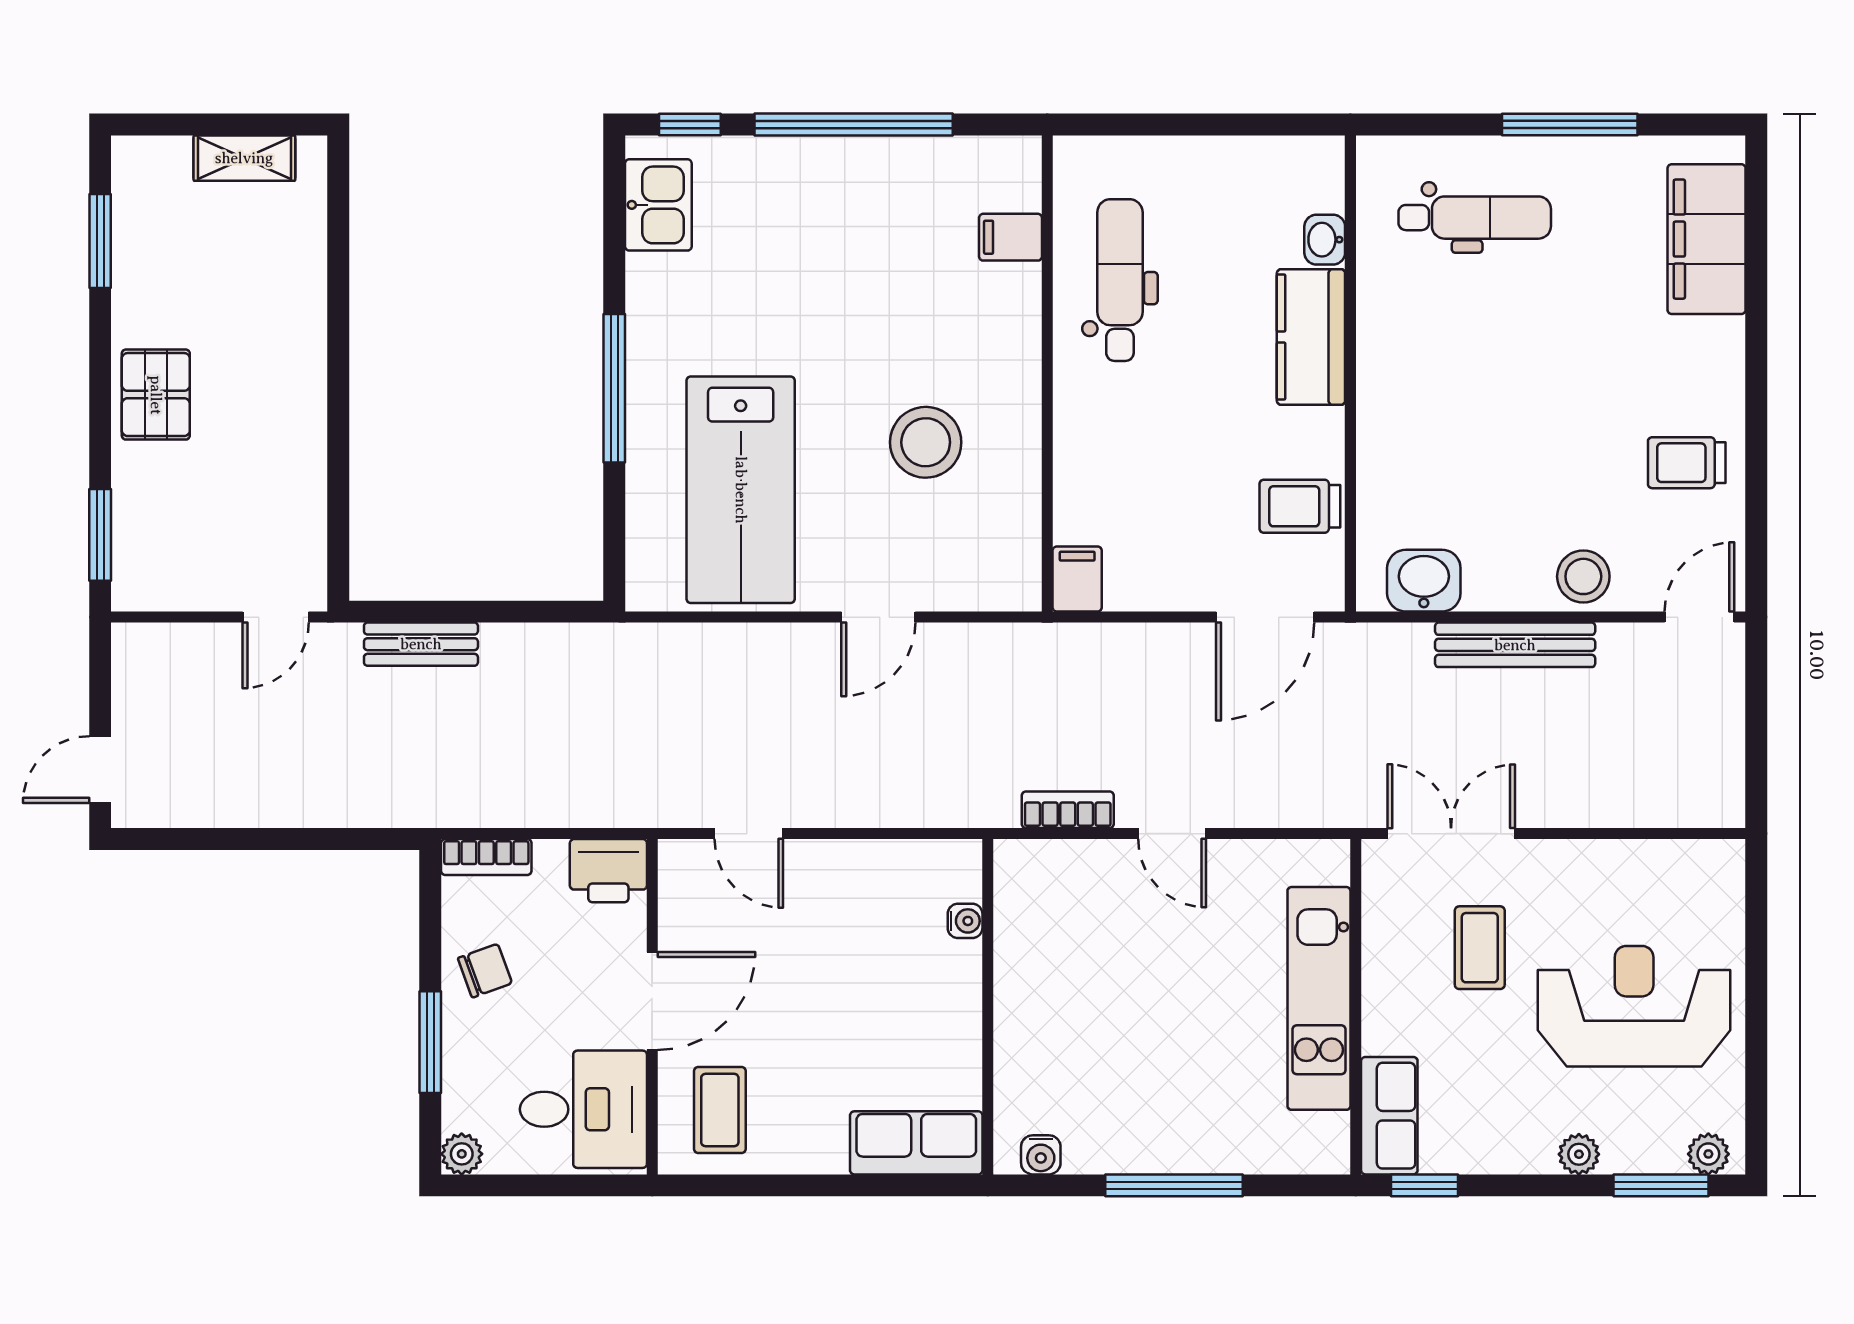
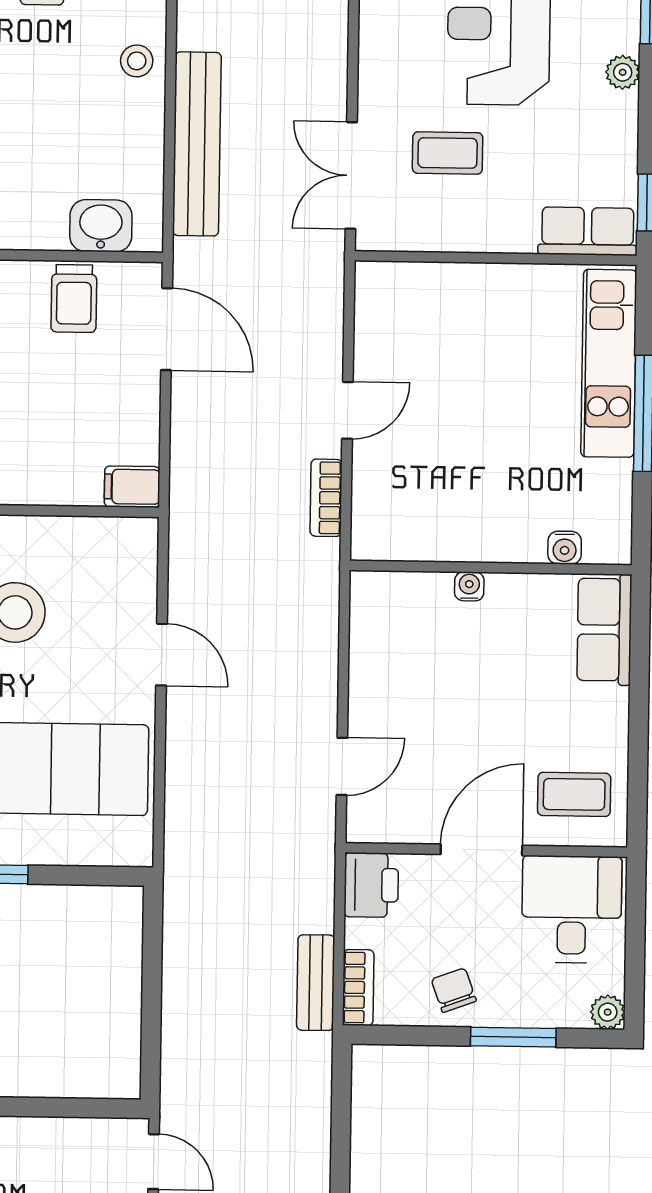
stool: (1583, 576) -> (137, 61), width x0.73, depth x0.73
washbasin: (1424, 581) -> (101, 226), moved, turned 90
bench: (421, 644) -> (316, 983), moved
bench: (1515, 645) -> (197, 144), width x1.37, depth x1.21
water cooler: (965, 921) -> (469, 586), moved
kitchen unit: (1319, 998) -> (609, 363), moved, turned 90
door: (652, 1001) -> (481, 850), hinge flipped
water cooler: (1041, 1155) -> (565, 548), moved, turned 90

